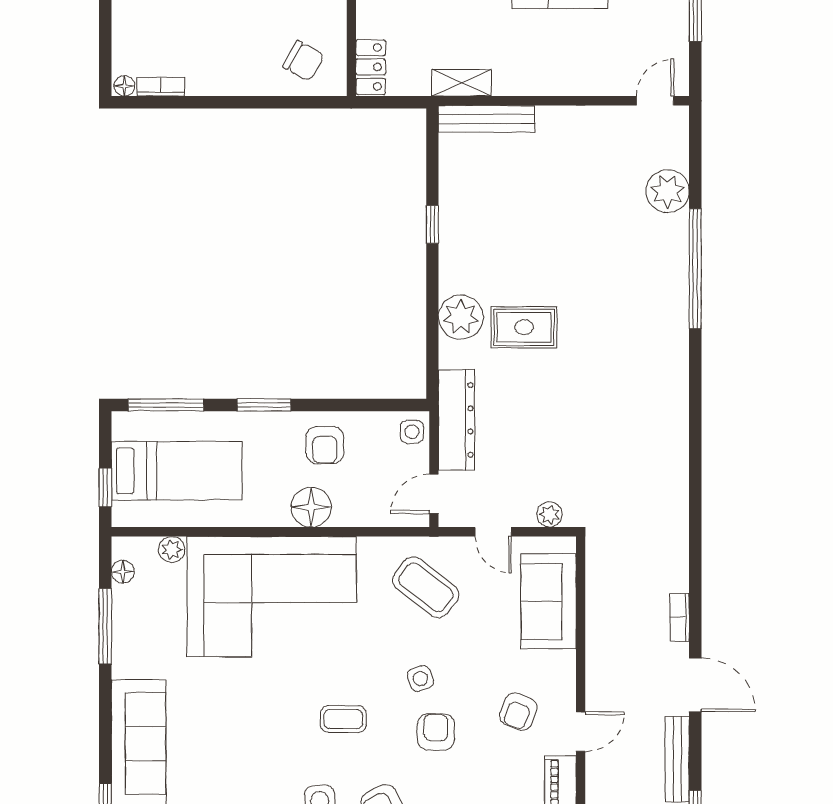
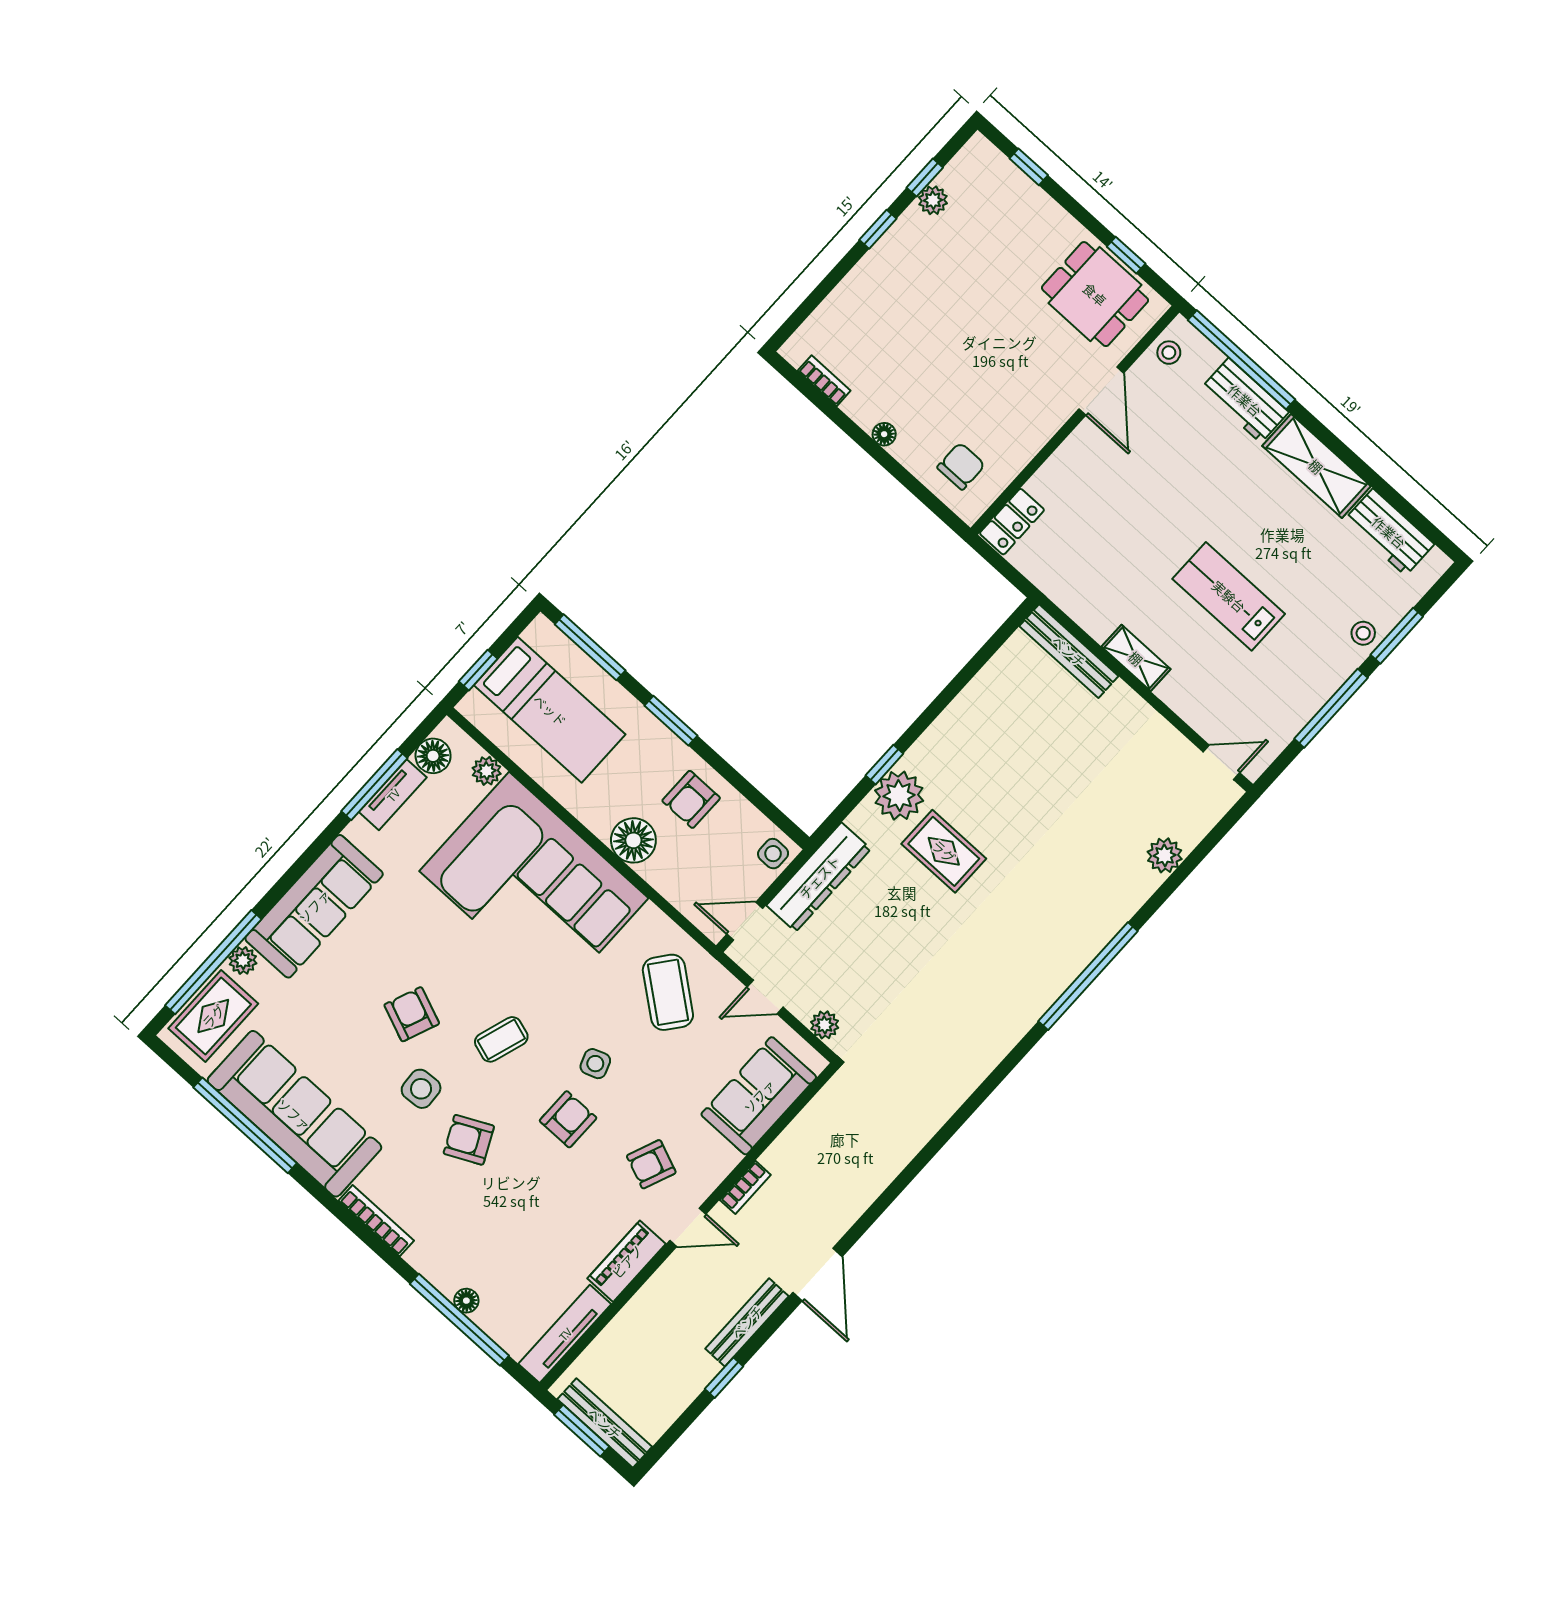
chair: (303, 61) -> (961, 466), turned -119
shelving: (462, 83) -> (1136, 658), moved
floor lamp: (124, 86) -> (884, 434), moved
plant: (668, 191) -> (1165, 855), width x0.73, depth x0.73
window: (432, 224) -> (884, 765), moved
window: (695, 269) -> (1088, 976), moved
door: (493, 532) -> (765, 997), hinge flipped
floor lamp: (123, 572) -> (433, 756), width x1.37, depth x1.37
bookcase: (680, 617) -> (745, 1187), moved, turned 180
tv unit: (124, 622) -> (393, 795), added
coffee table: (343, 719) -> (501, 1039), turned -72
armchair: (269, 756) -> (412, 1014), added

